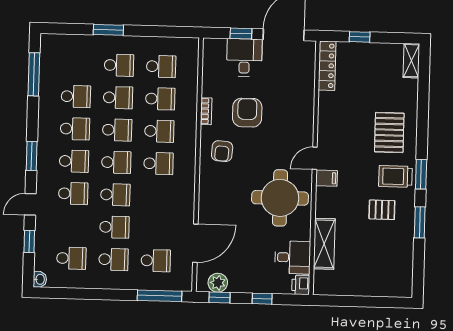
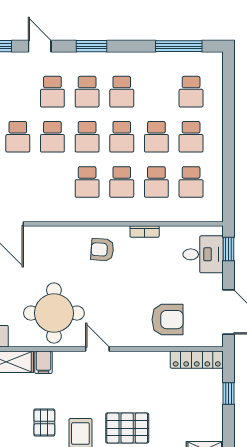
window: (108, 30) -> (229, 124), removed
window: (241, 34) -> (229, 249), moved
desk: (244, 57) -> (203, 254), moved
school desk: (76, 96) -> (191, 92), moved
armchair: (247, 113) -> (168, 320), moved
filing cabinet: (326, 178) -> (43, 362), moved

